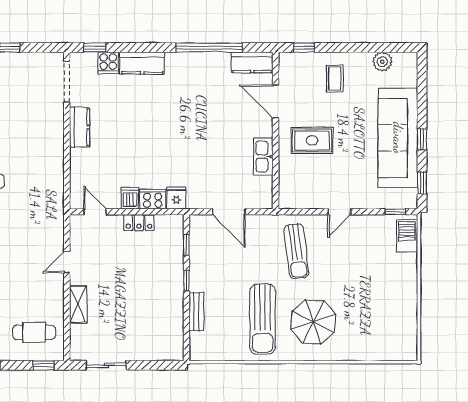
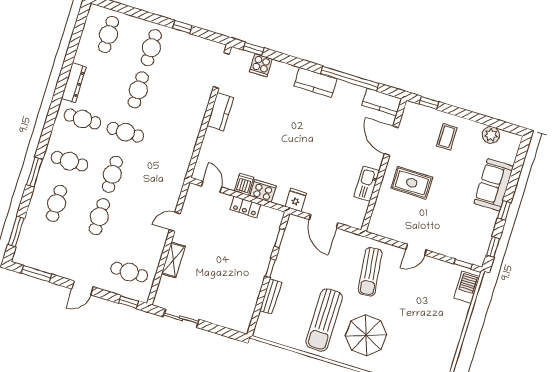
kitchen counter: (142, 63) -> (315, 82), moved
sofa: (398, 138) -> (494, 185), width x0.54, depth x0.79
fridge: (176, 198) -> (296, 200), moved

